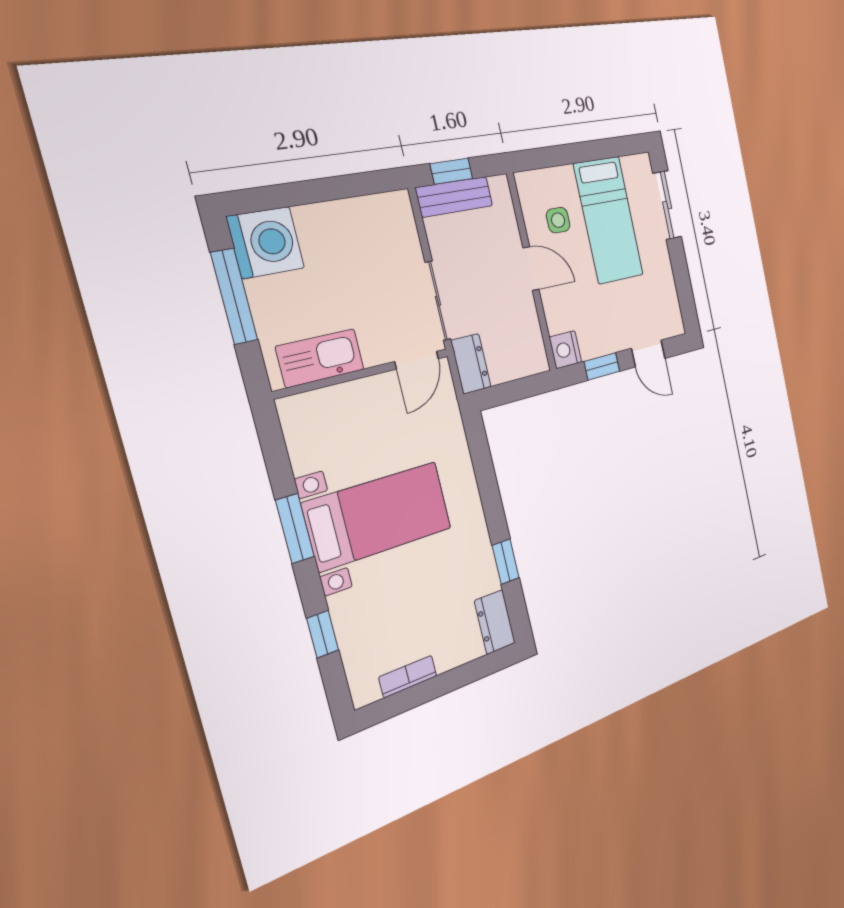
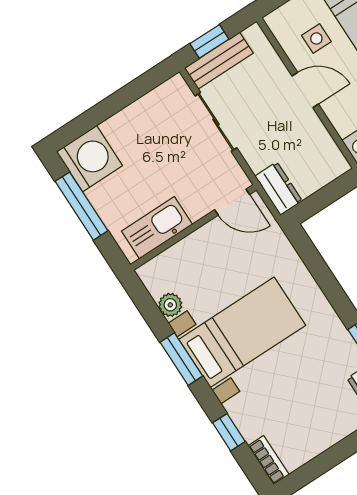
sliding door: (438, 301) -> (216, 122), moved
door: (417, 360) -> (232, 202), hinge flipped
plant: (304, 457) -> (170, 305), added
bookcase: (408, 676) -> (269, 460), moved, turned 90

